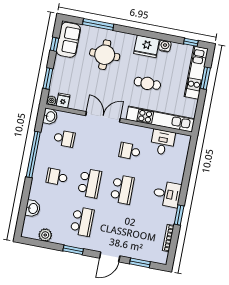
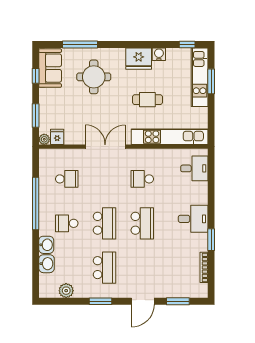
washbasin: (50, 116) -> (46, 245), moved
desk: (163, 142) -> (194, 168), moved, turned 90

